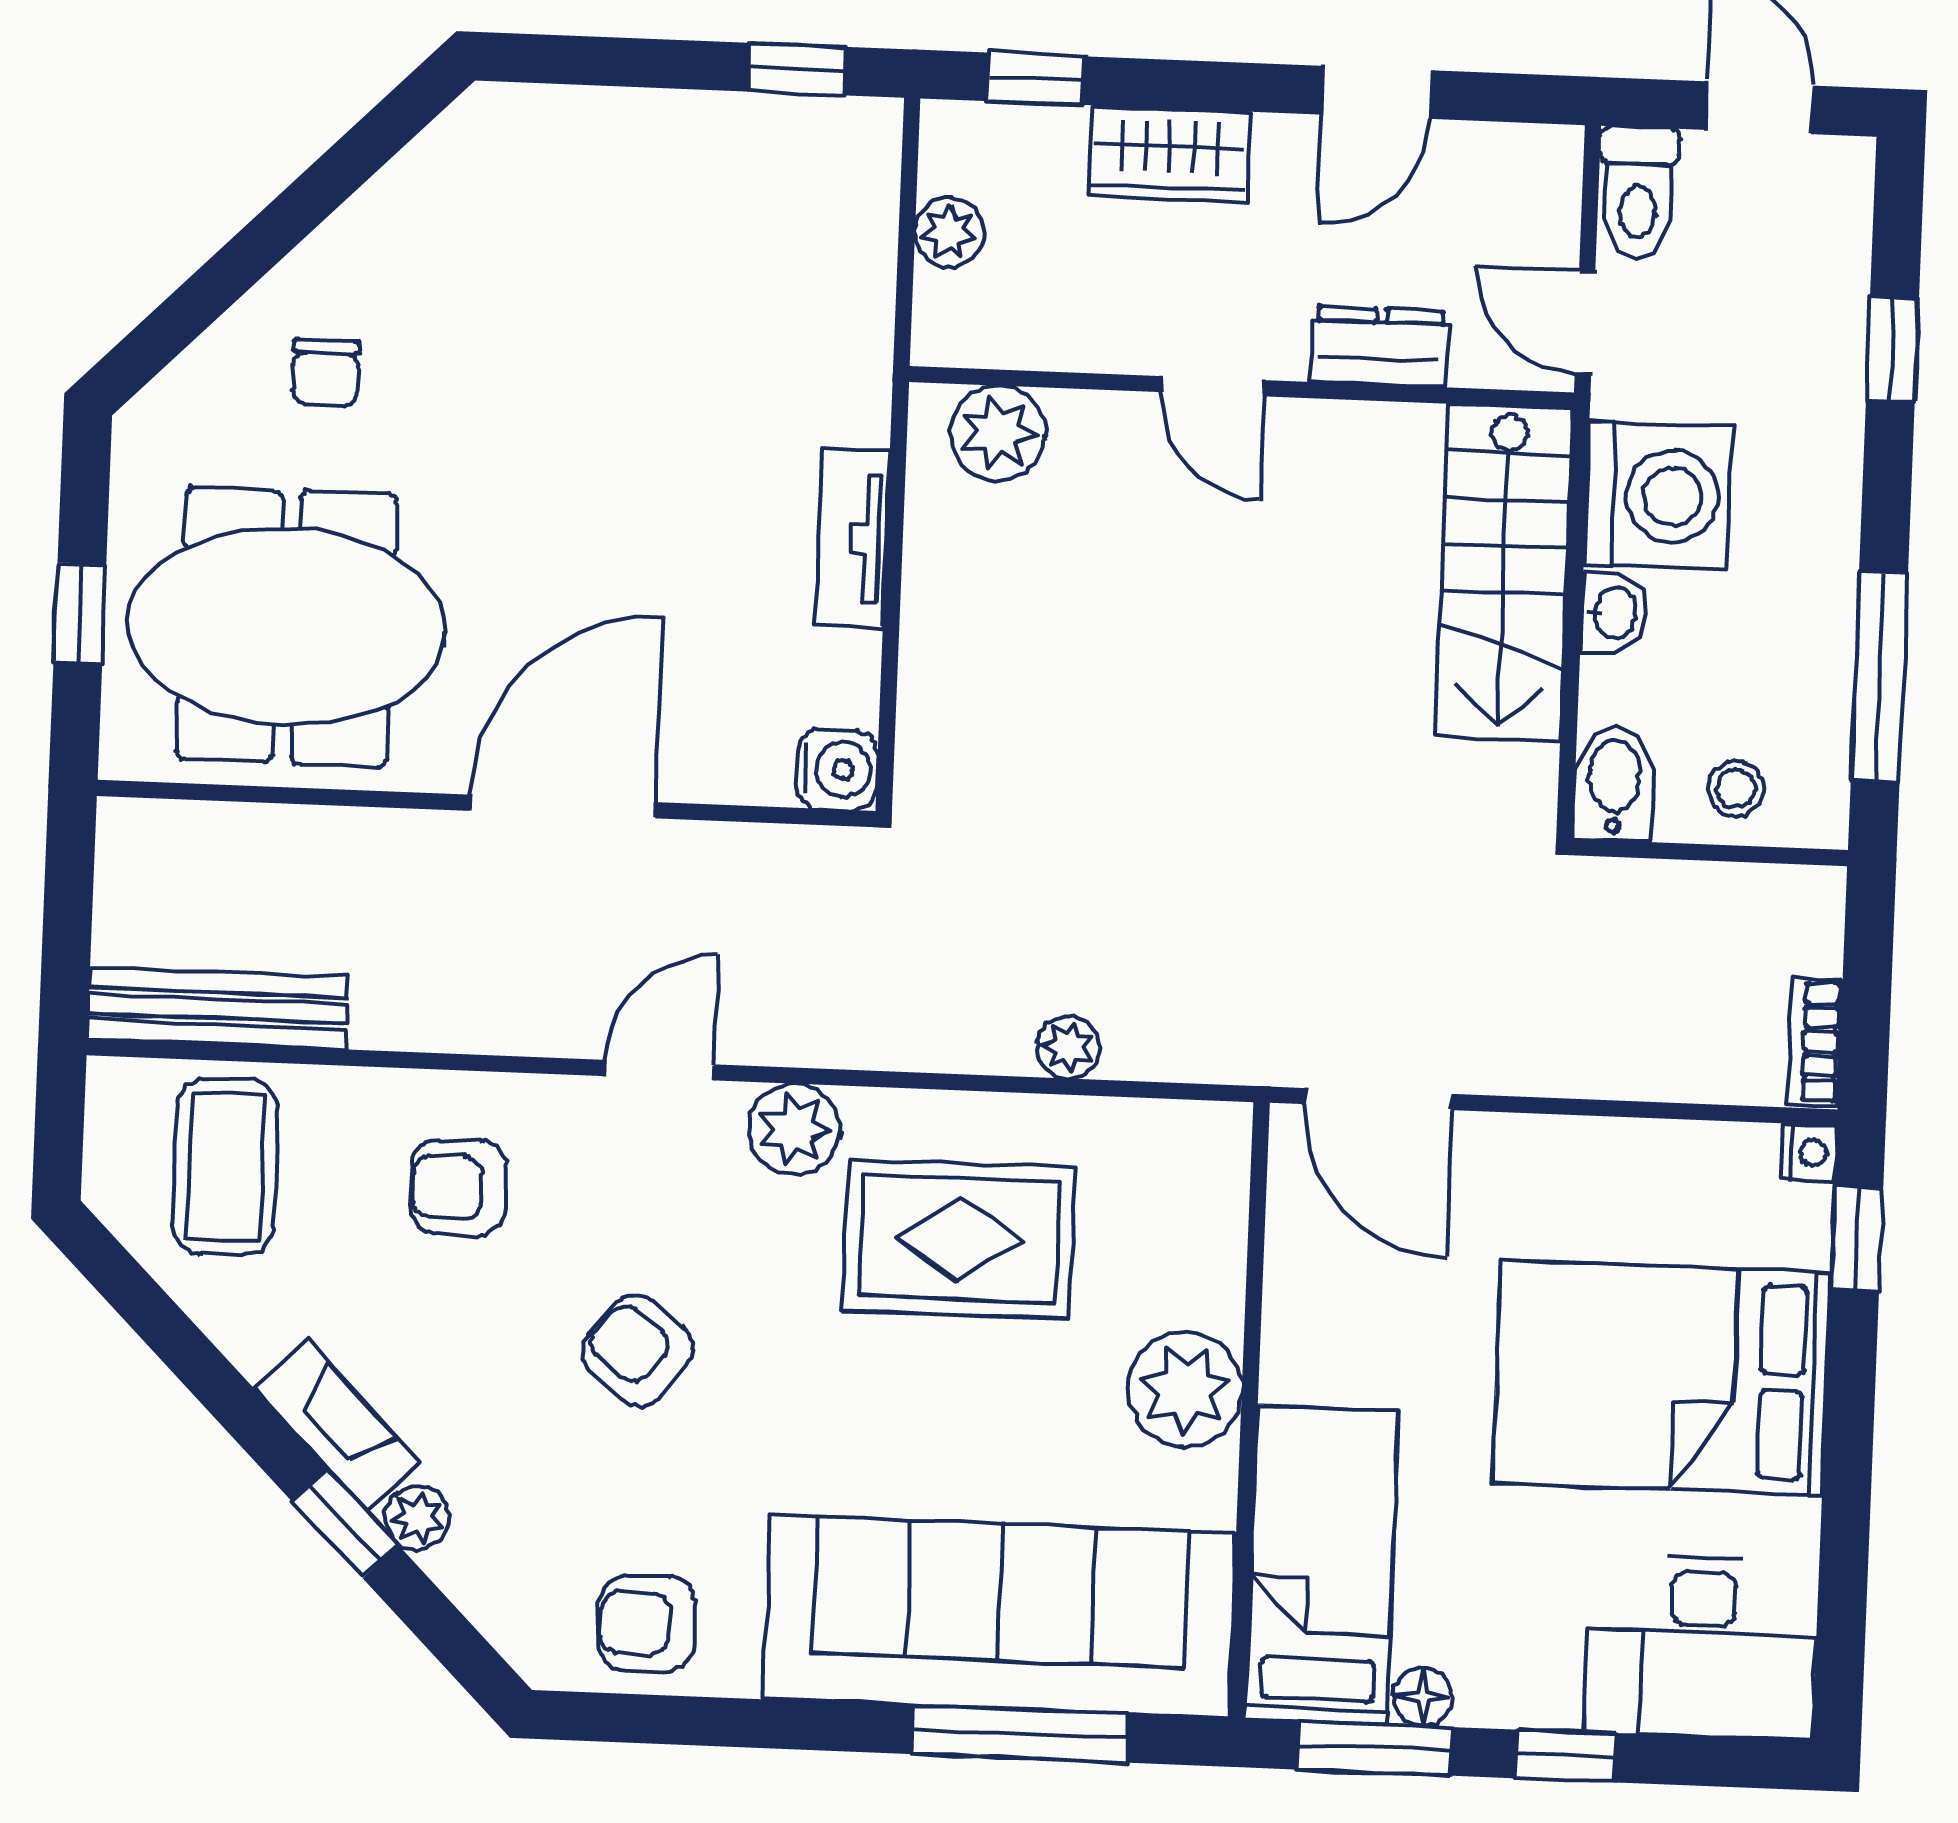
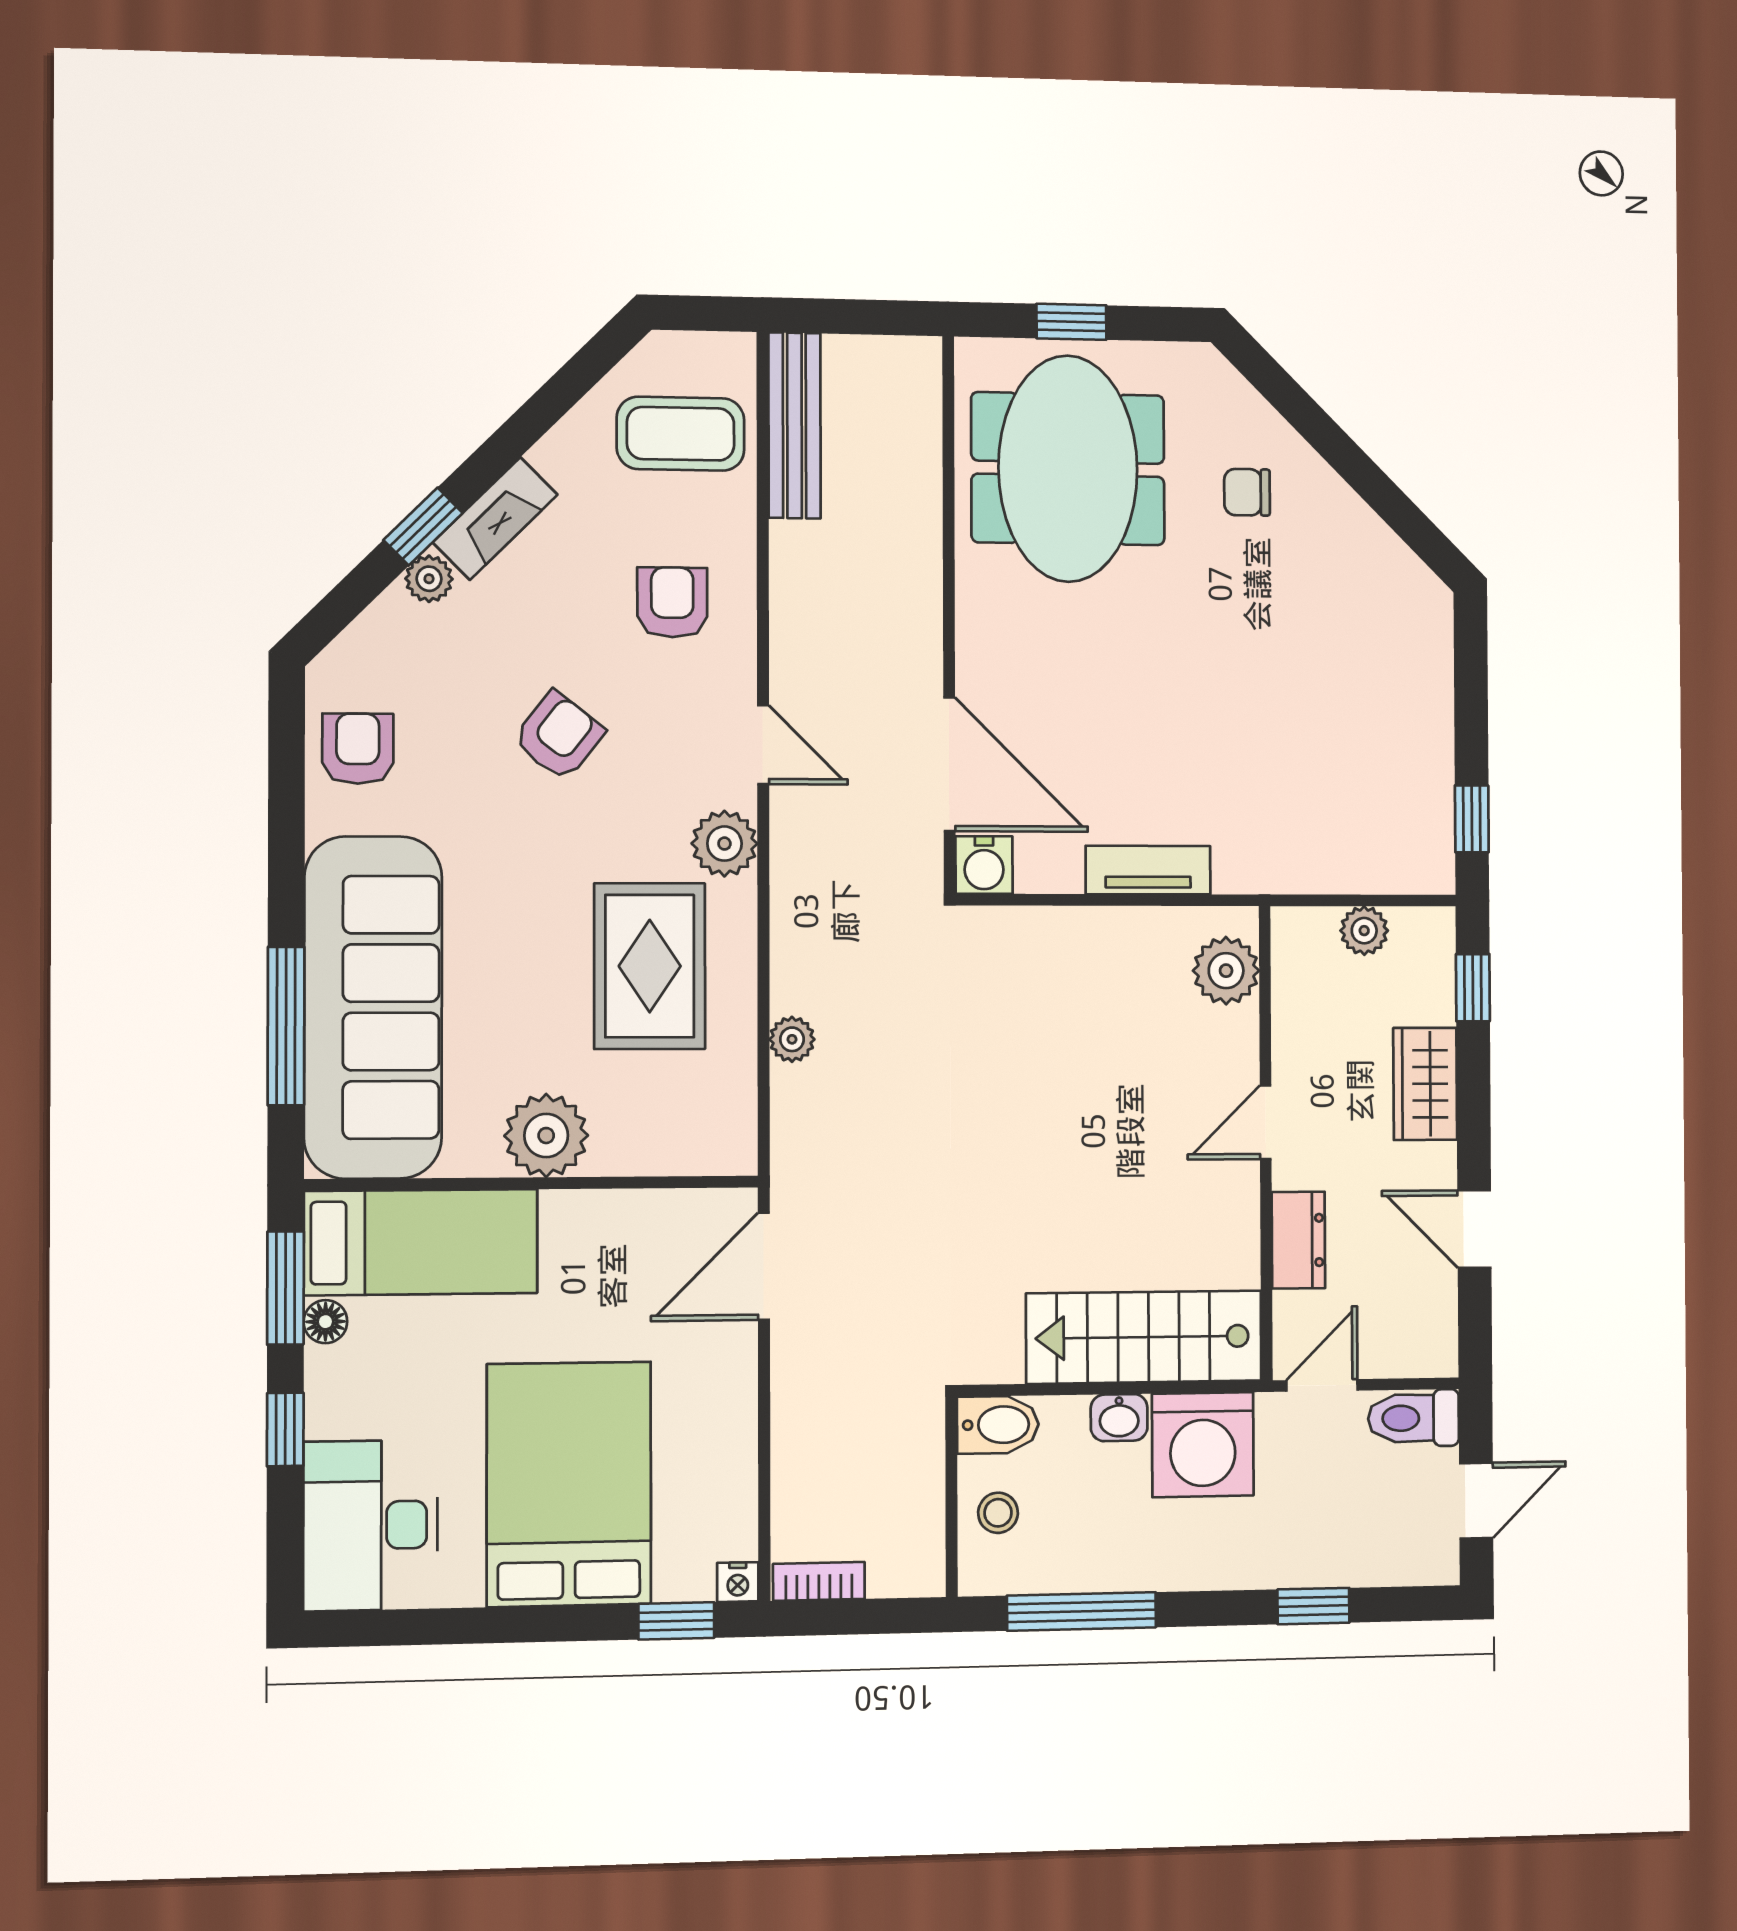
door: (563, 807) -> (949, 764), moved

